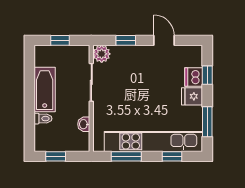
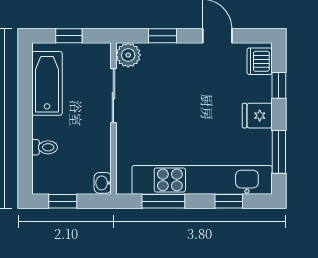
dishwasher: (194, 77) -> (260, 61), moved
bathtub: (45, 89) -> (47, 83), moved
washbasin: (84, 124) -> (103, 183), moved

